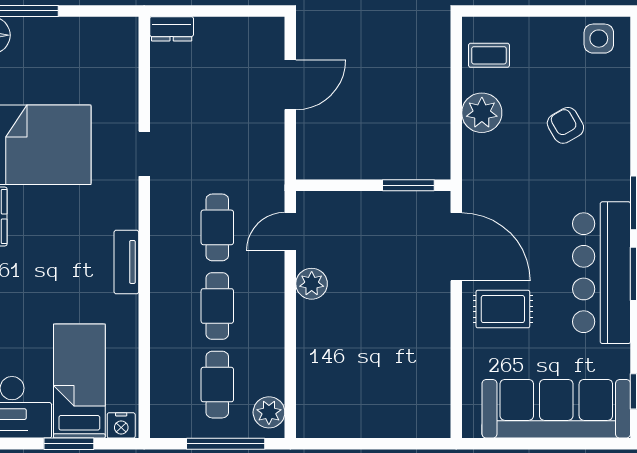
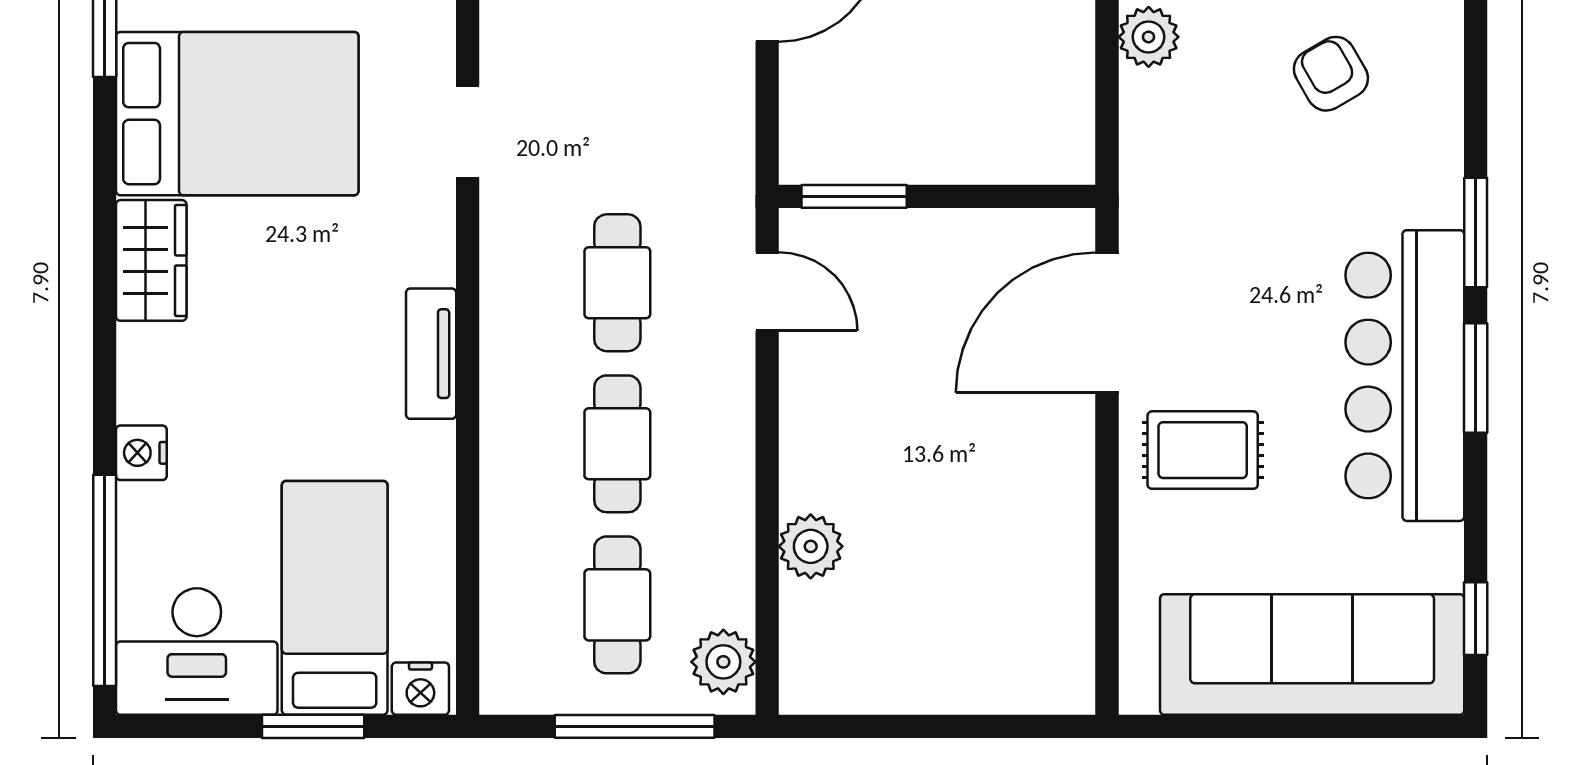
plant: (482, 113) -> (1149, 37), width x0.73, depth x0.73
window: (408, 185) -> (854, 196), moved
door: (290, 232) -> (767, 292), swing flipped
door: (456, 247) -> (1107, 323), swing flipped
plant: (312, 284) -> (811, 546), moved

